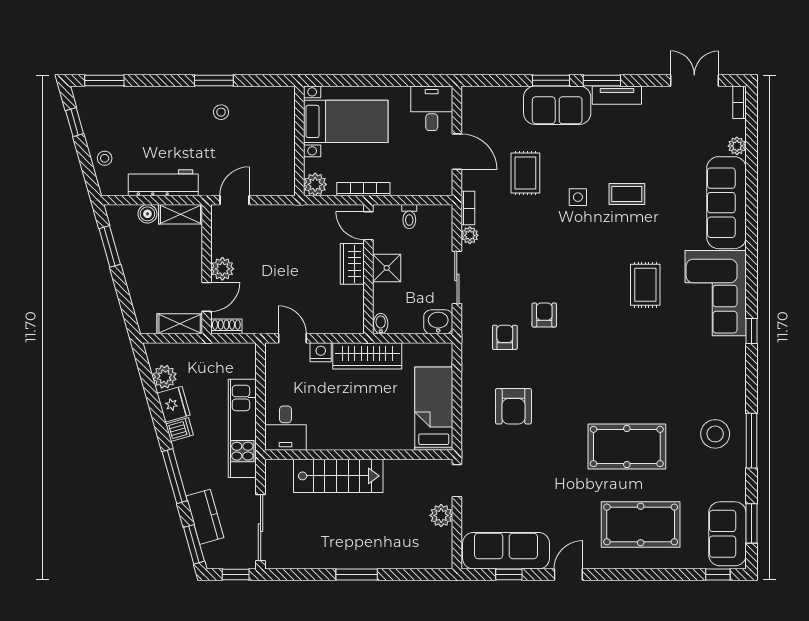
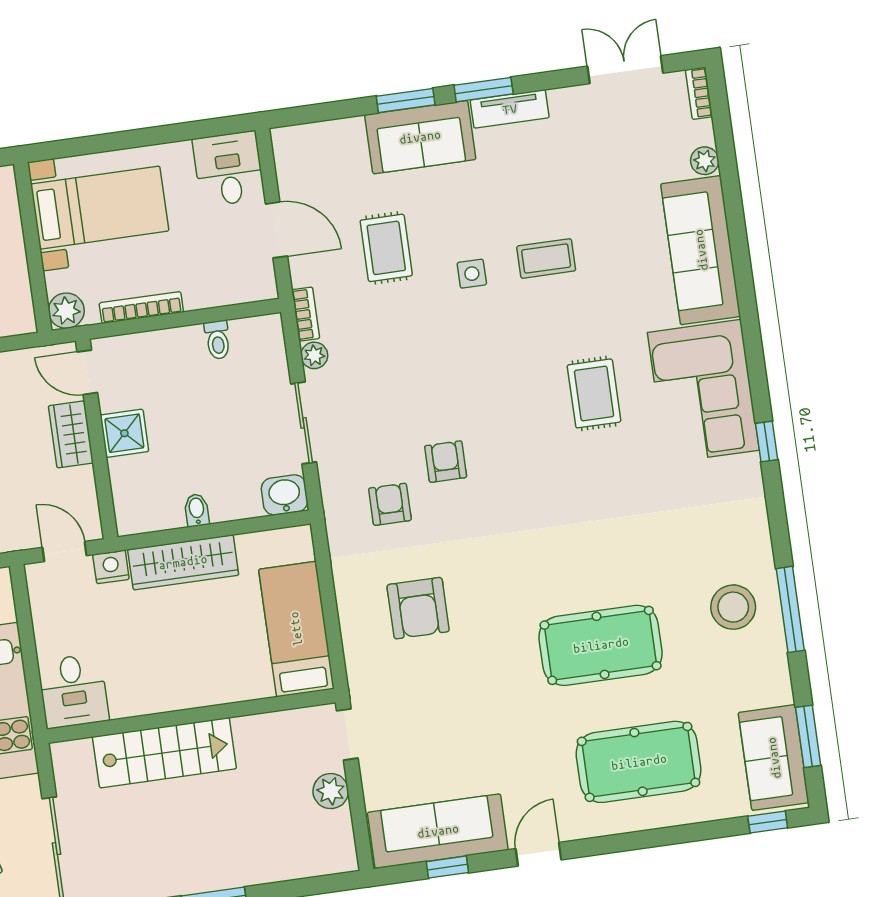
door: (368, 226) -> (87, 372), moved
wardrobe: (352, 264) -> (71, 434), moved
shower: (387, 268) -> (124, 433), moved
wall: (368, 269) -> (97, 439), moved

